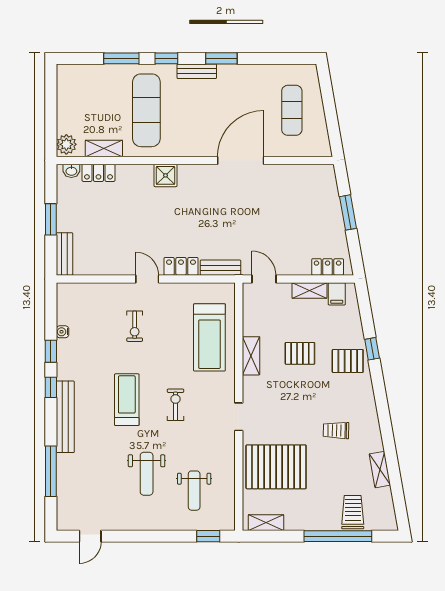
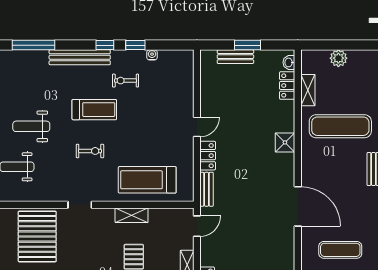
plant: (66, 144) -> (338, 58), moved
bench: (65, 254) -> (235, 57), moved
exercise bike: (135, 326) -> (126, 81), moved

